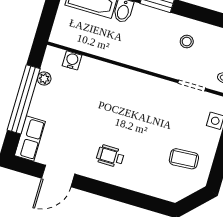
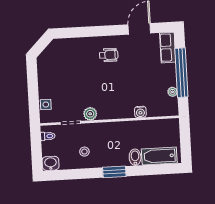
water cooler: (72, 60) -> (140, 112), moved
plant: (162, 88) -> (90, 114), added
coffee table: (184, 159) -> (58, 71), removed

